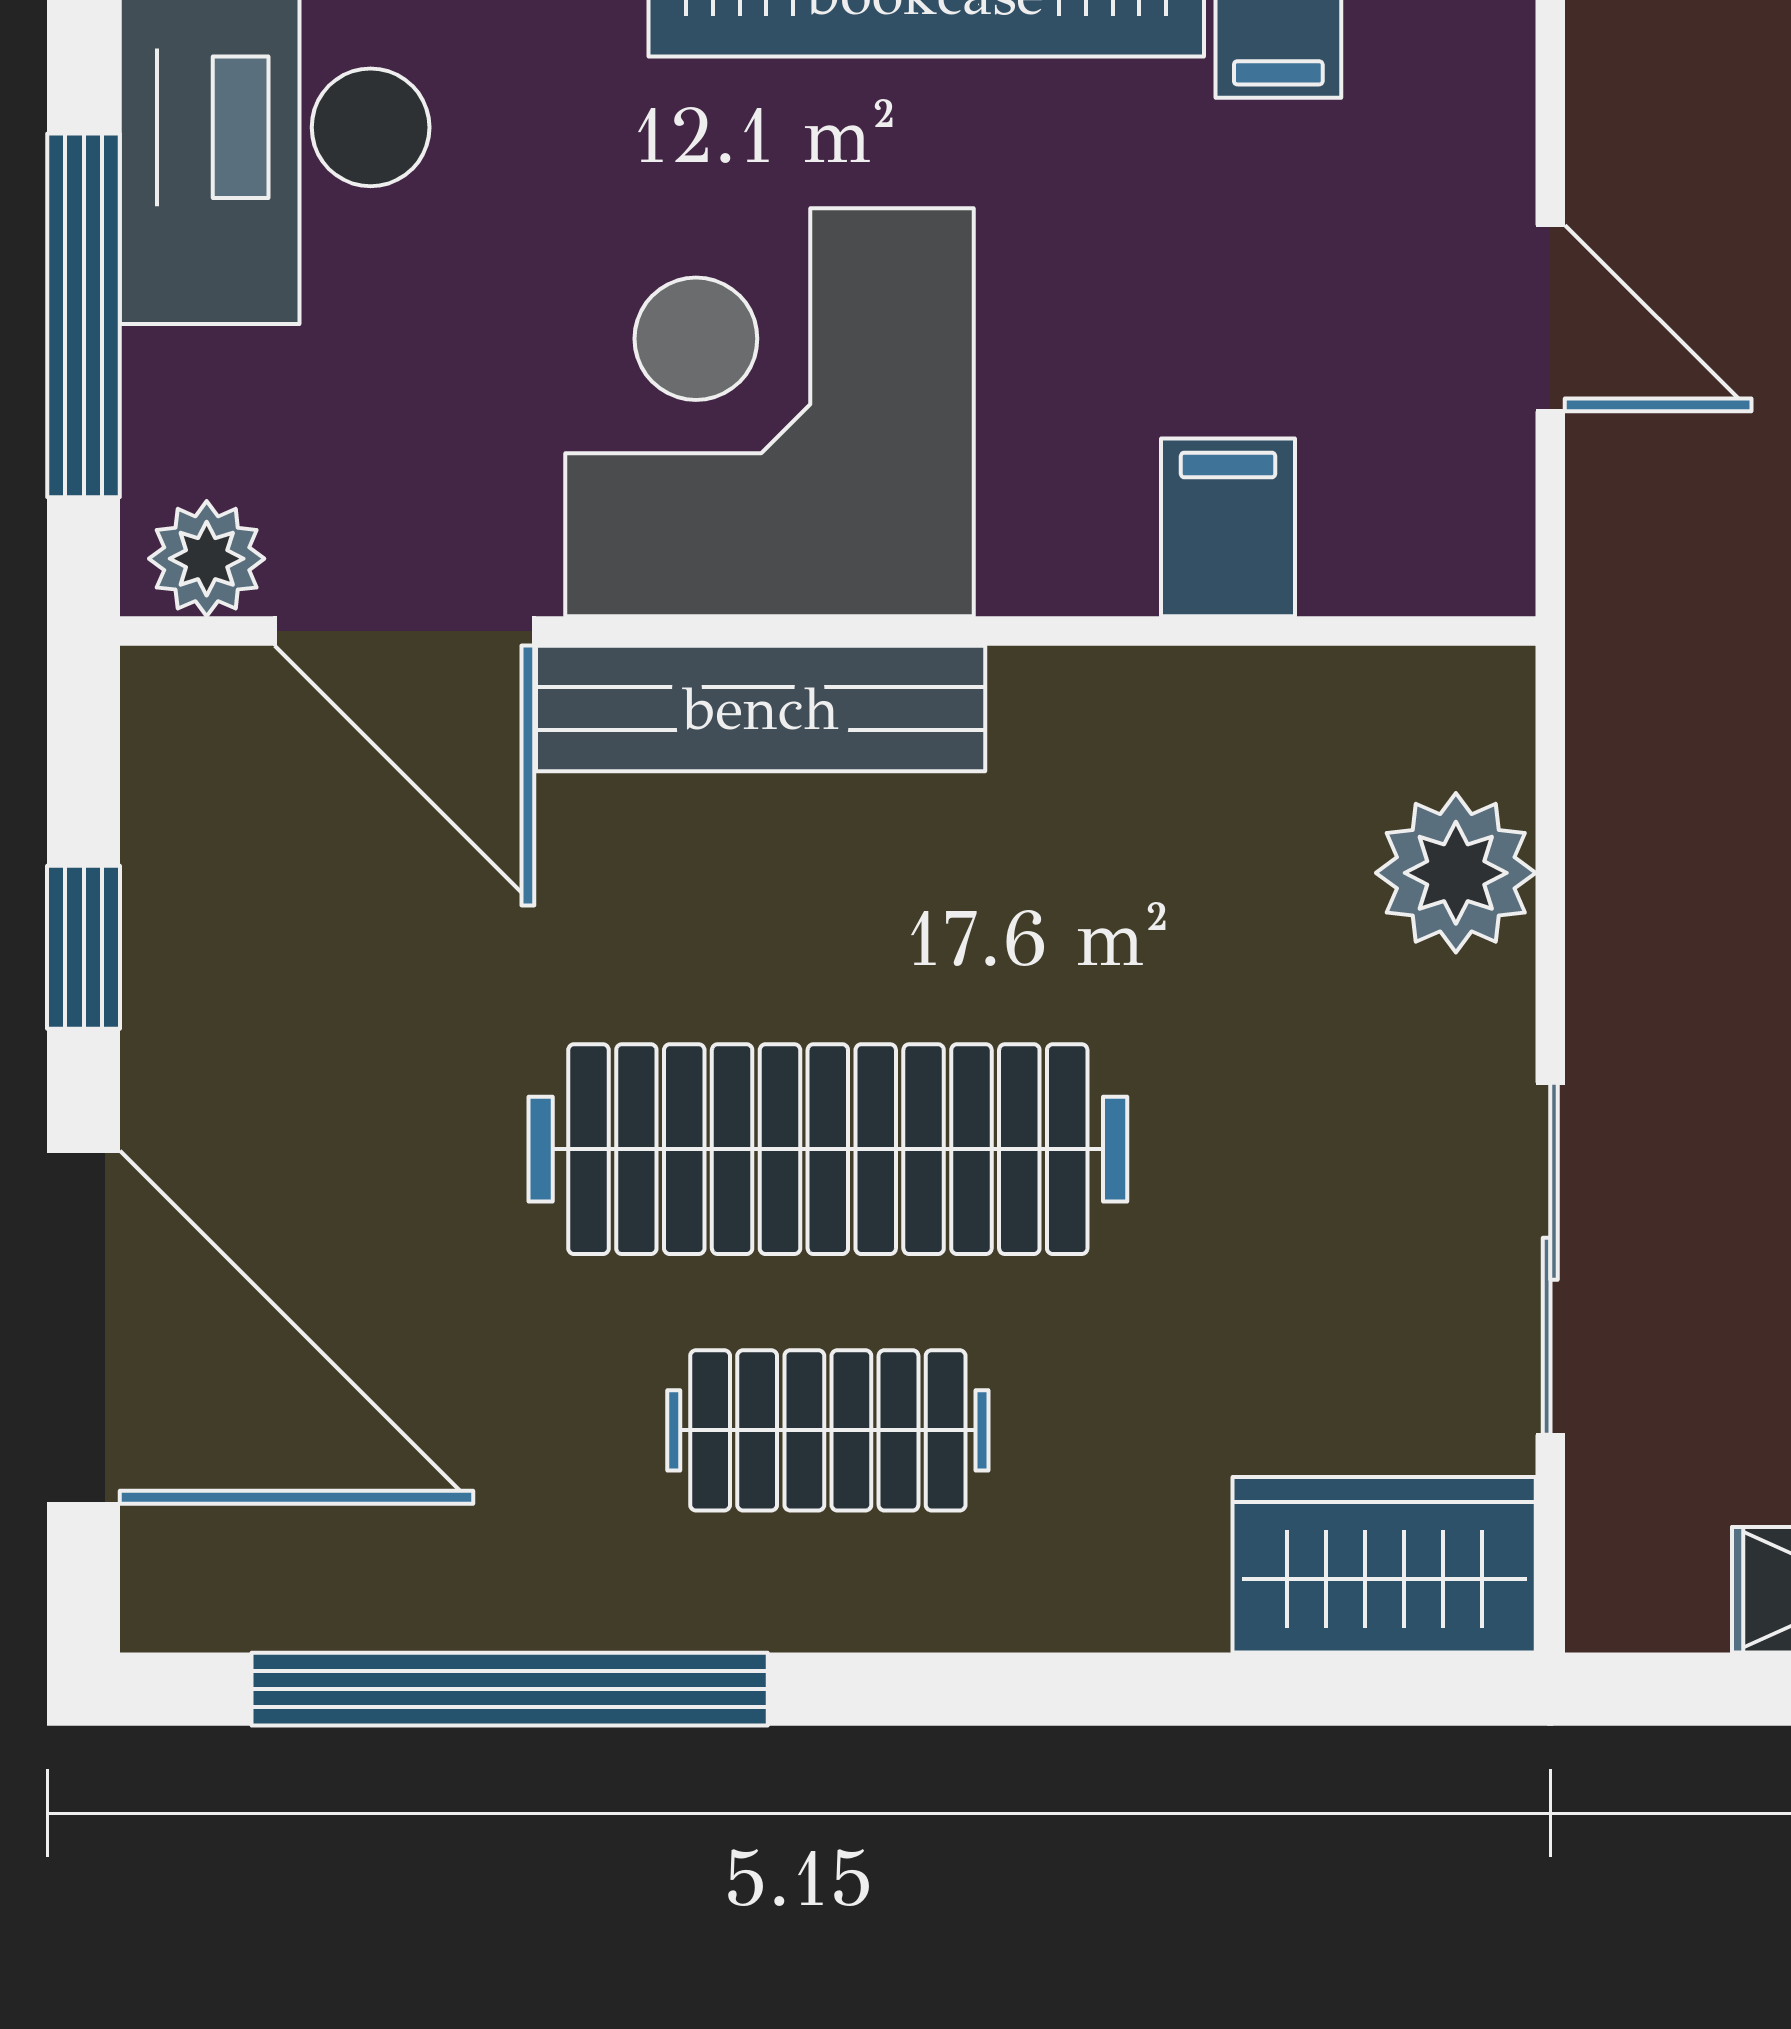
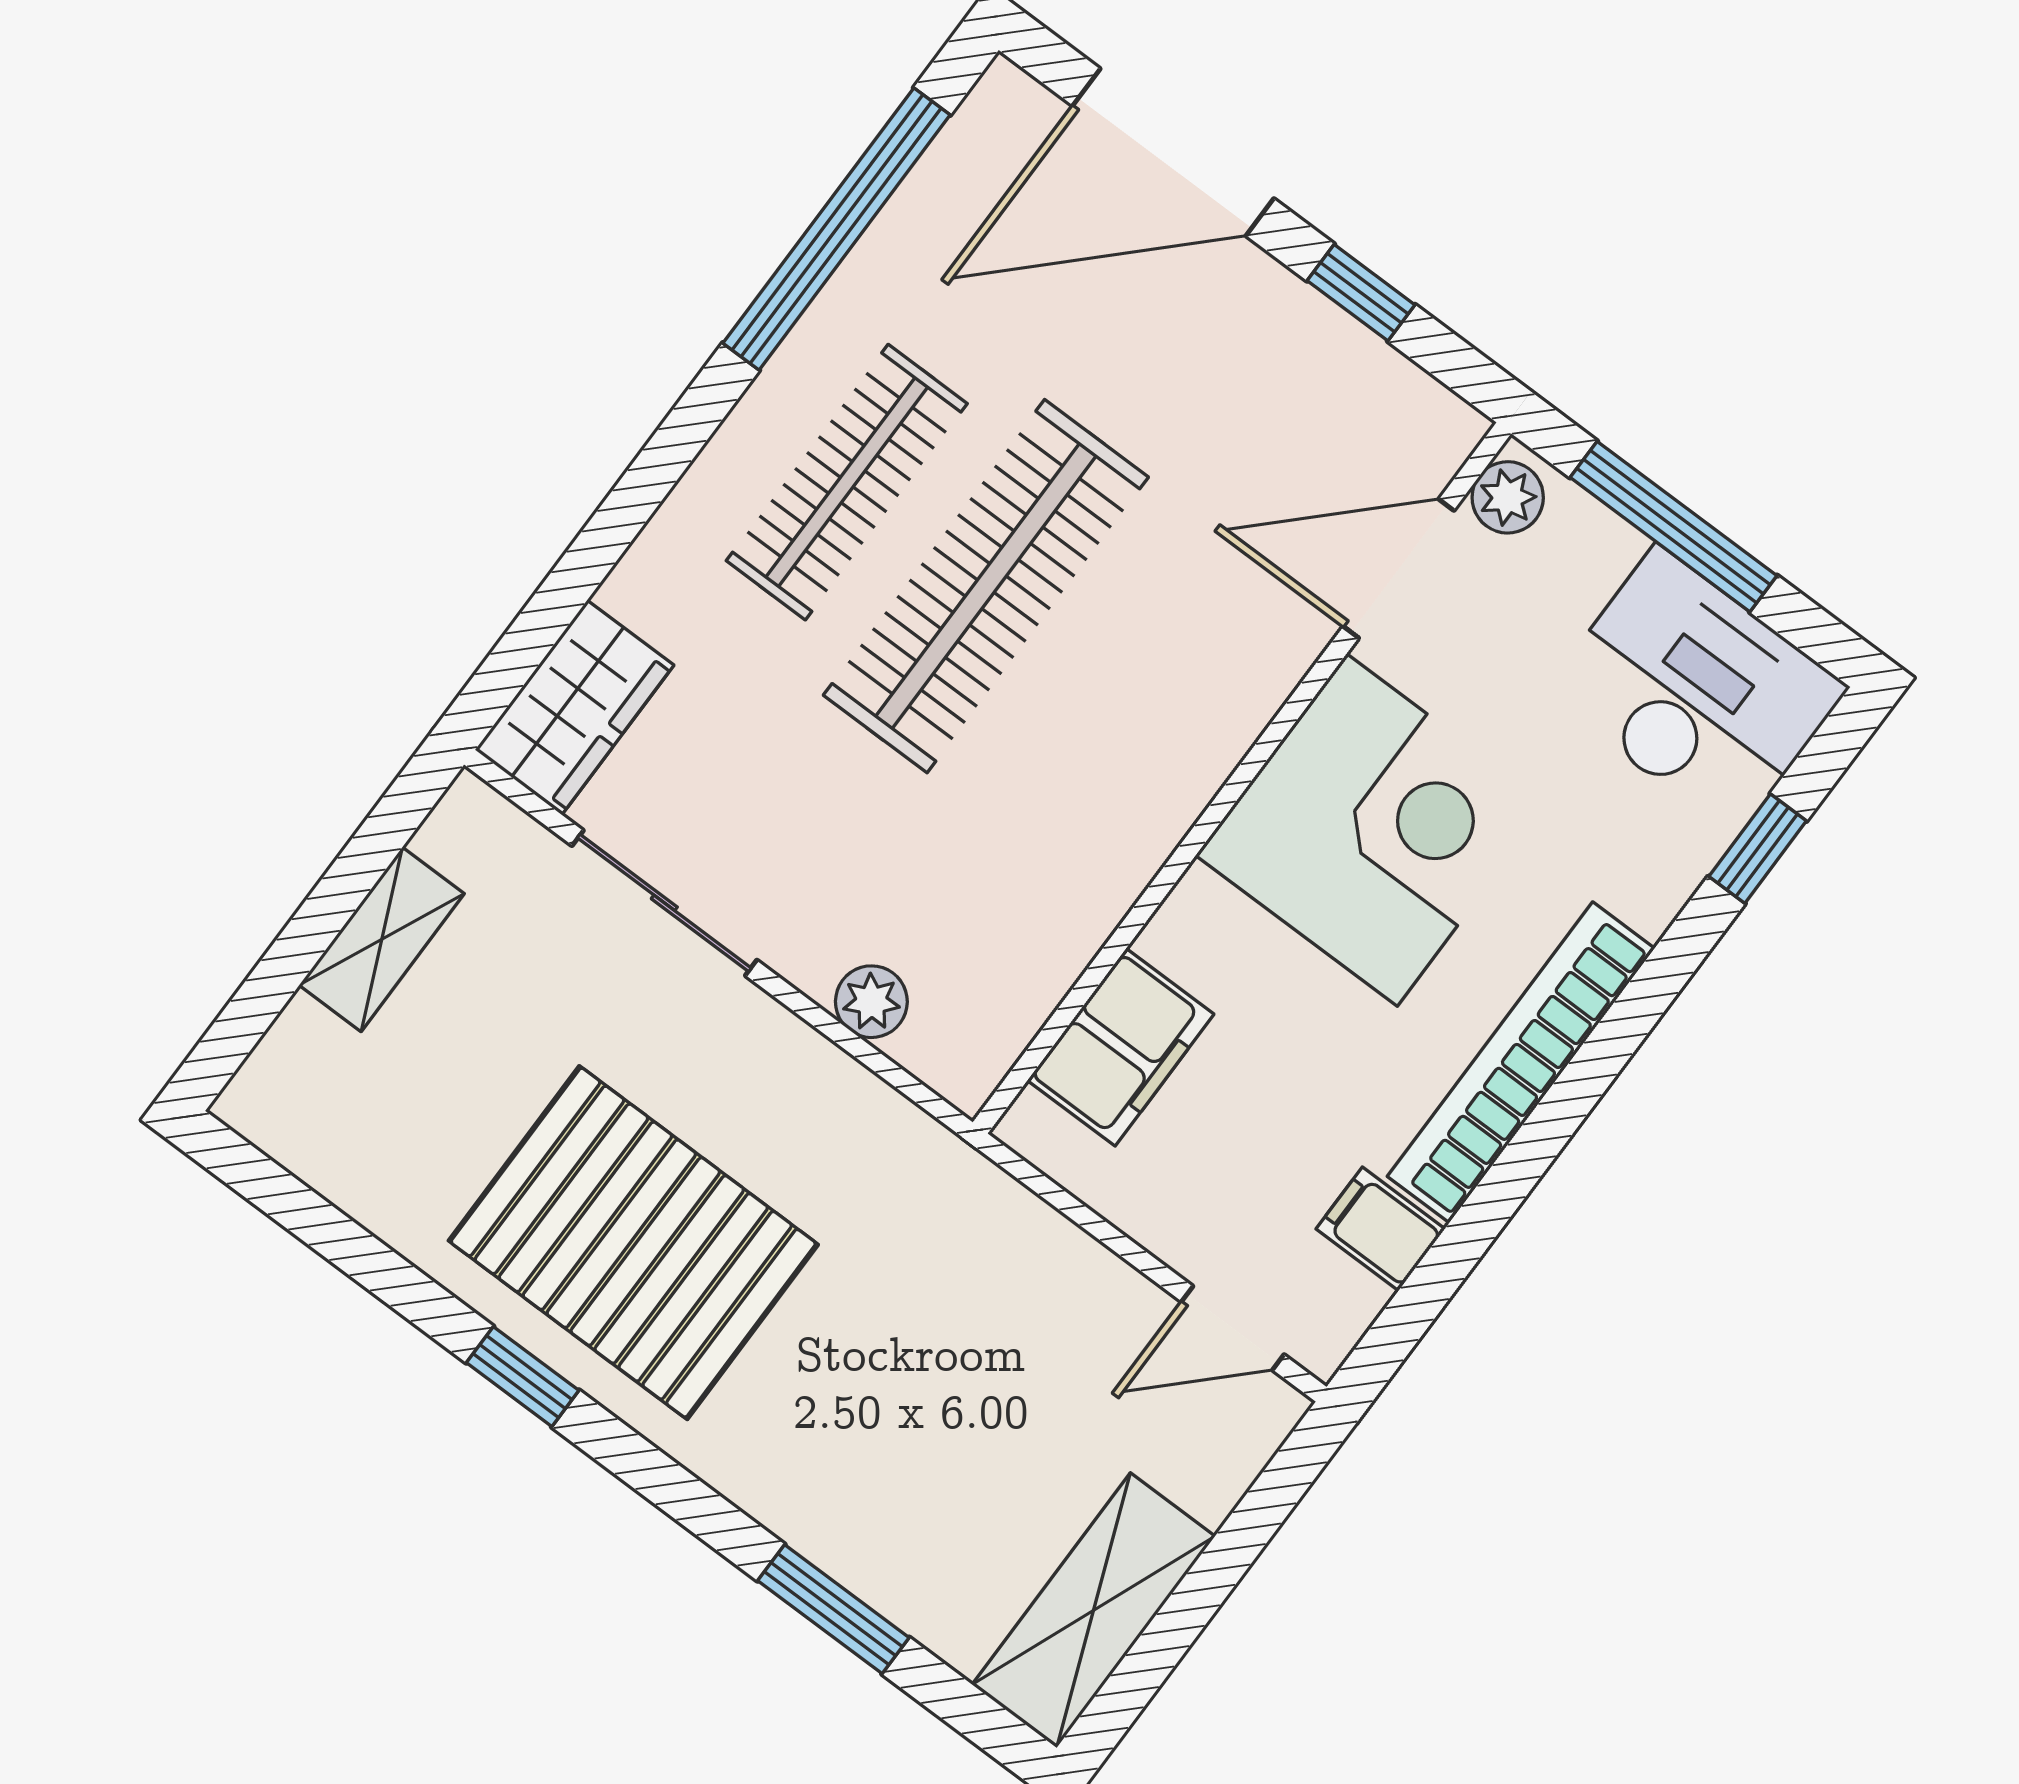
door: (1550, 318) -> (1233, 1328), moved
filing cabinet: (1228, 527) -> (1121, 1047), width x2.00
bench: (761, 709) -> (1229, 716), removed
plant: (1456, 873) -> (871, 1002), width x0.73, depth x0.73
clothes rail: (828, 1430) -> (847, 482), width x1.36

